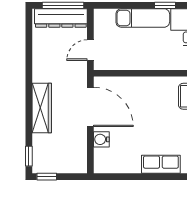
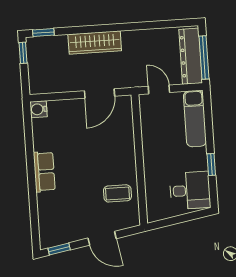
exam couch: (143, 18) -> (195, 119), moved
door: (90, 107) -> (100, 93), width x0.73
water cooler: (101, 139) -> (38, 109), moved, turned -90

